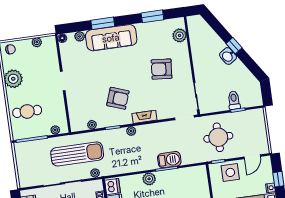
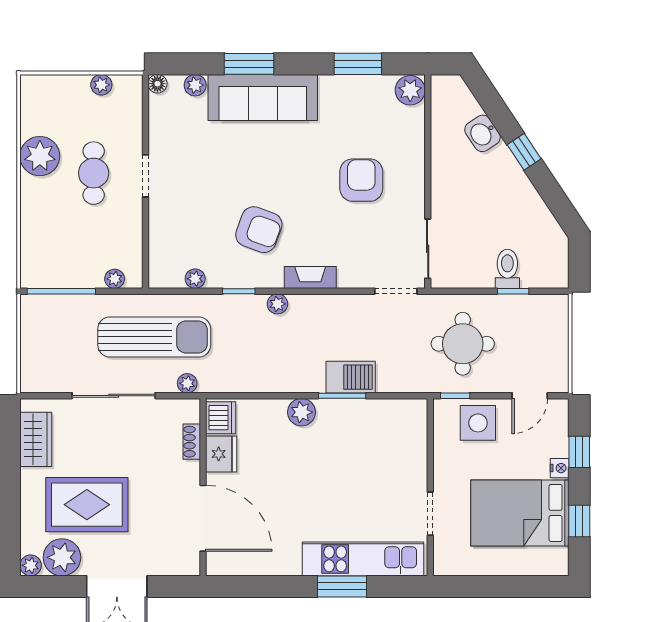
plant: (180, 35) -> (410, 90), moved
chair: (10, 49) -> (43, 92), removed
washbasin: (228, 56) -> (483, 133), moved
armchair: (161, 69) -> (361, 180), turned 85
cafe table: (27, 111) -> (94, 173), moved, turned 90

